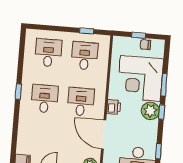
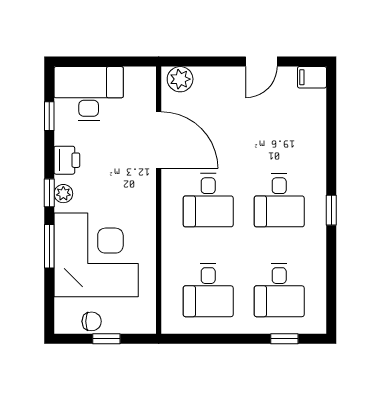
window: (87, 31) -> (284, 339), moved
printer: (114, 107) -> (67, 160), moved, turned 180
plant: (150, 111) -> (63, 194), width x0.53, depth x0.53

